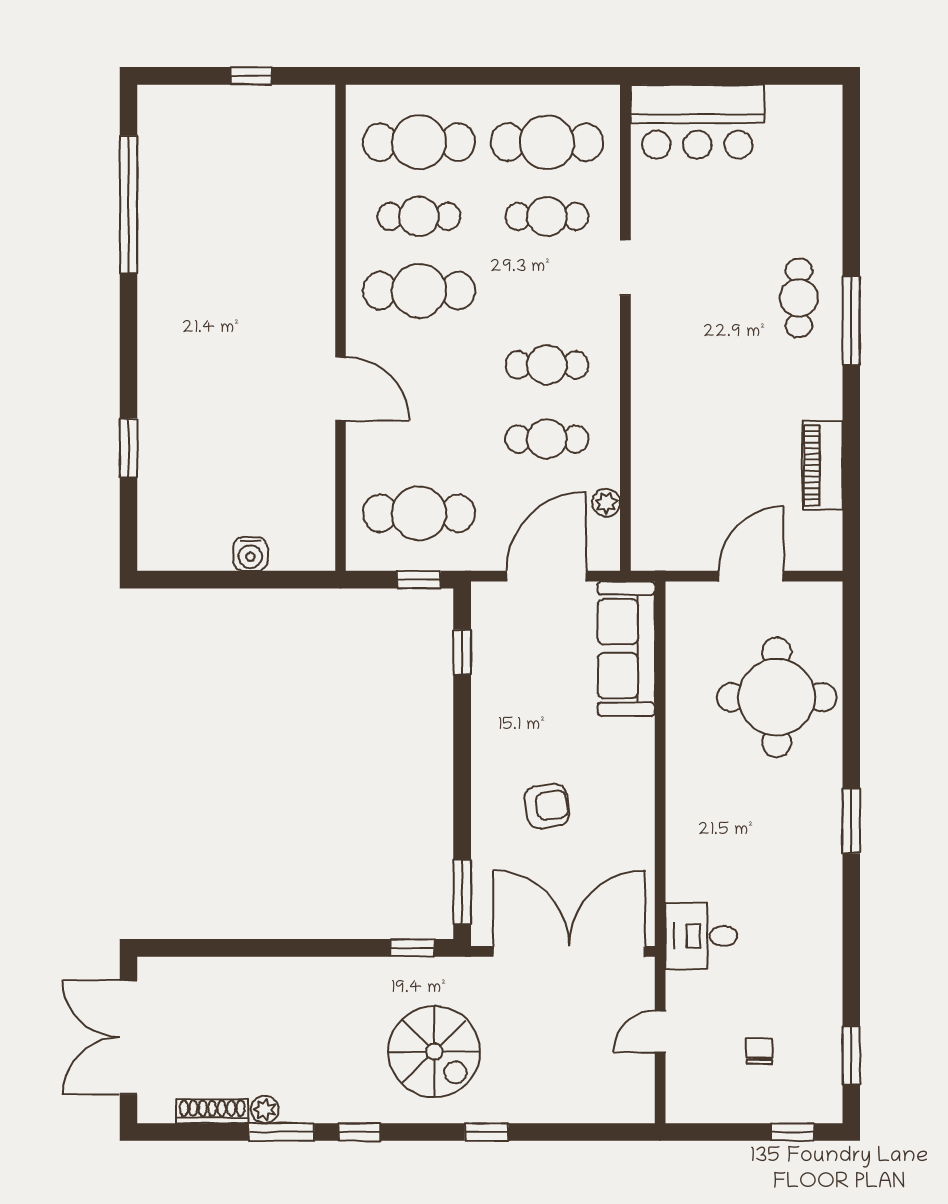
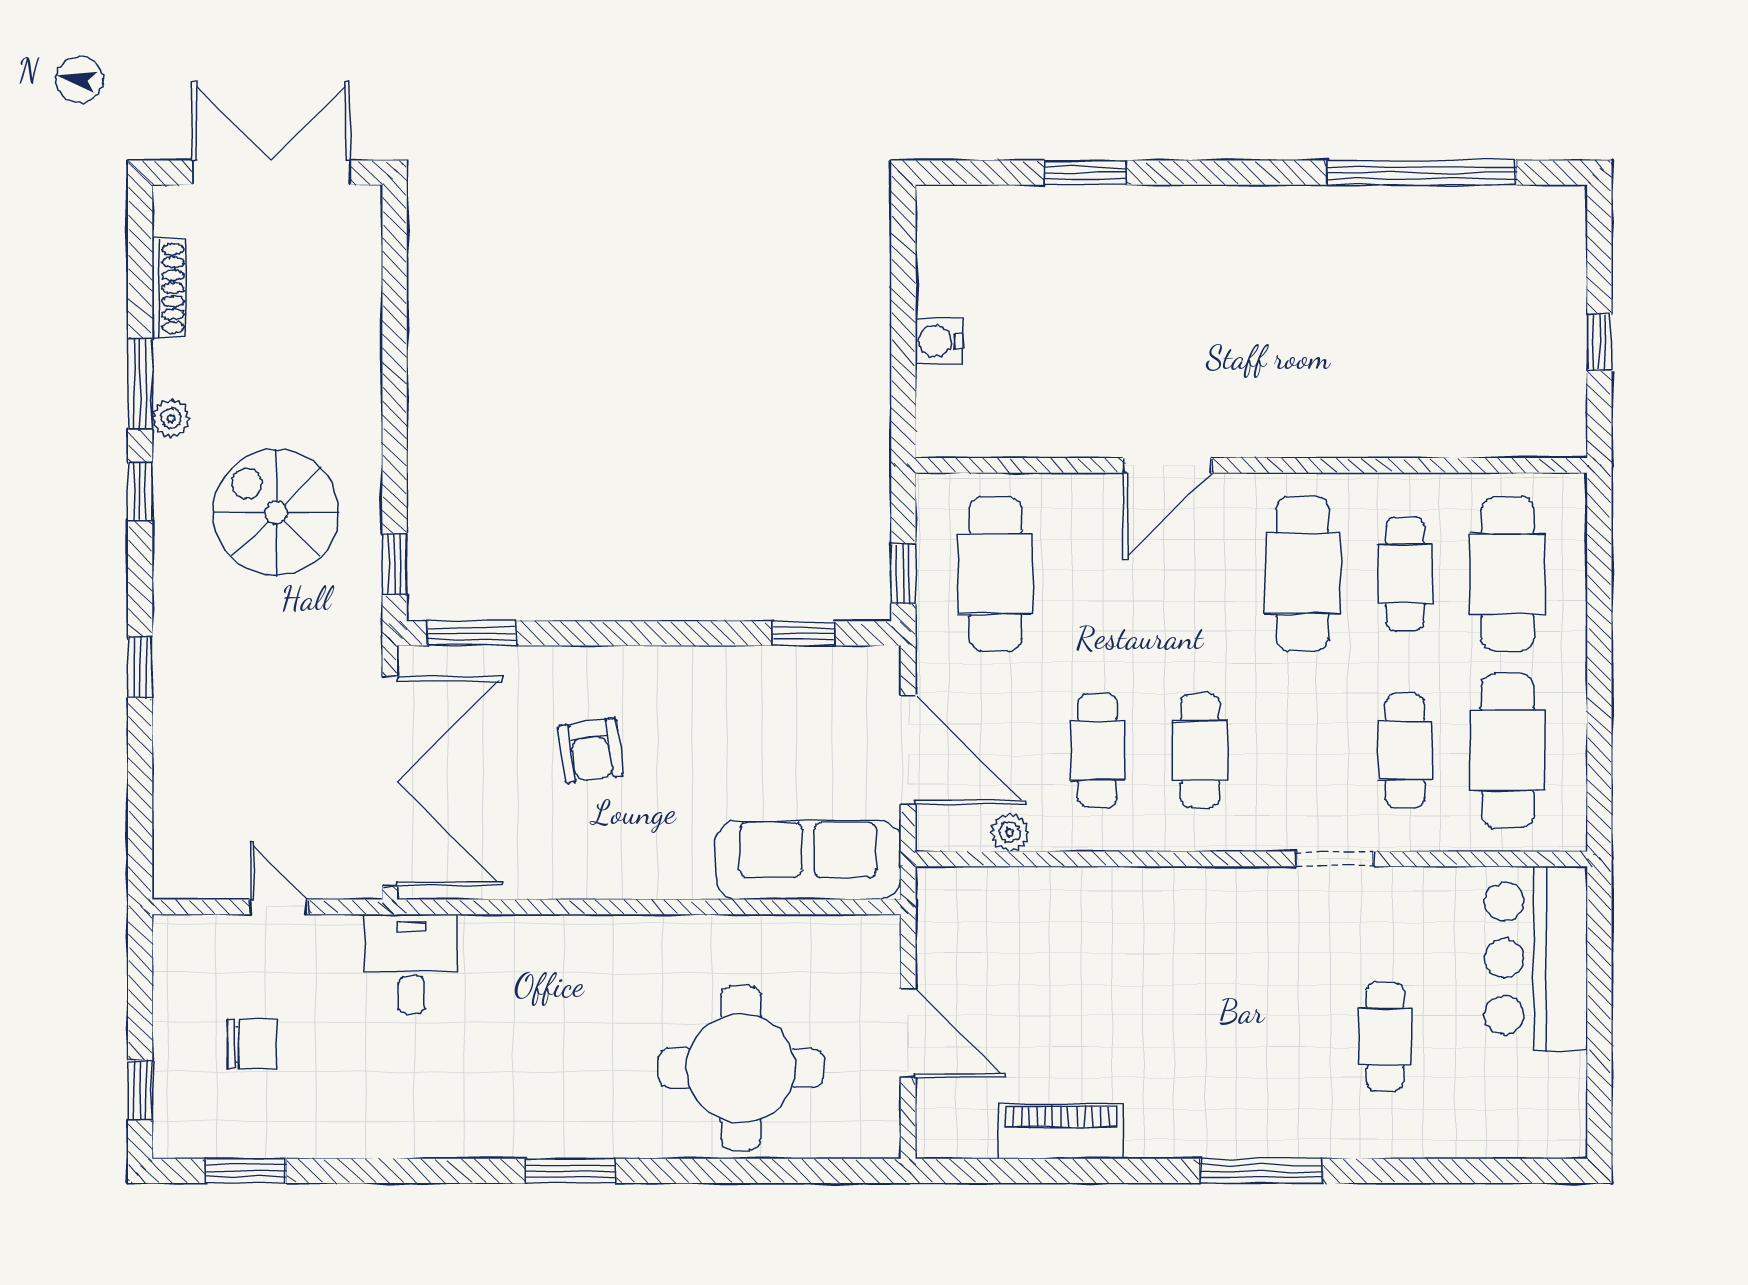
cafe table: (799, 298) -> (1385, 1036), moved, turned 90
chair: (759, 1051) -> (252, 1044), width x1.37, depth x1.37
spiral stairs: (434, 1052) -> (276, 512), moved, turned 90
plant: (265, 1110) -> (171, 418), moved

